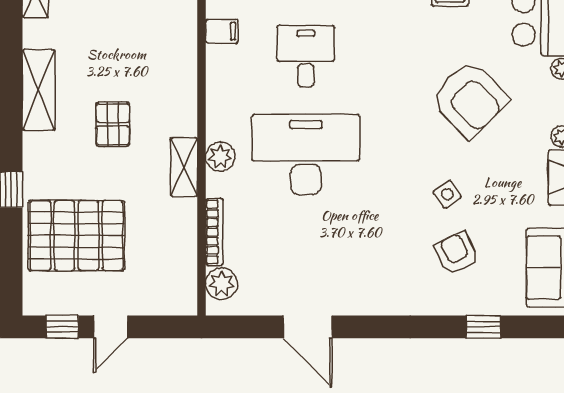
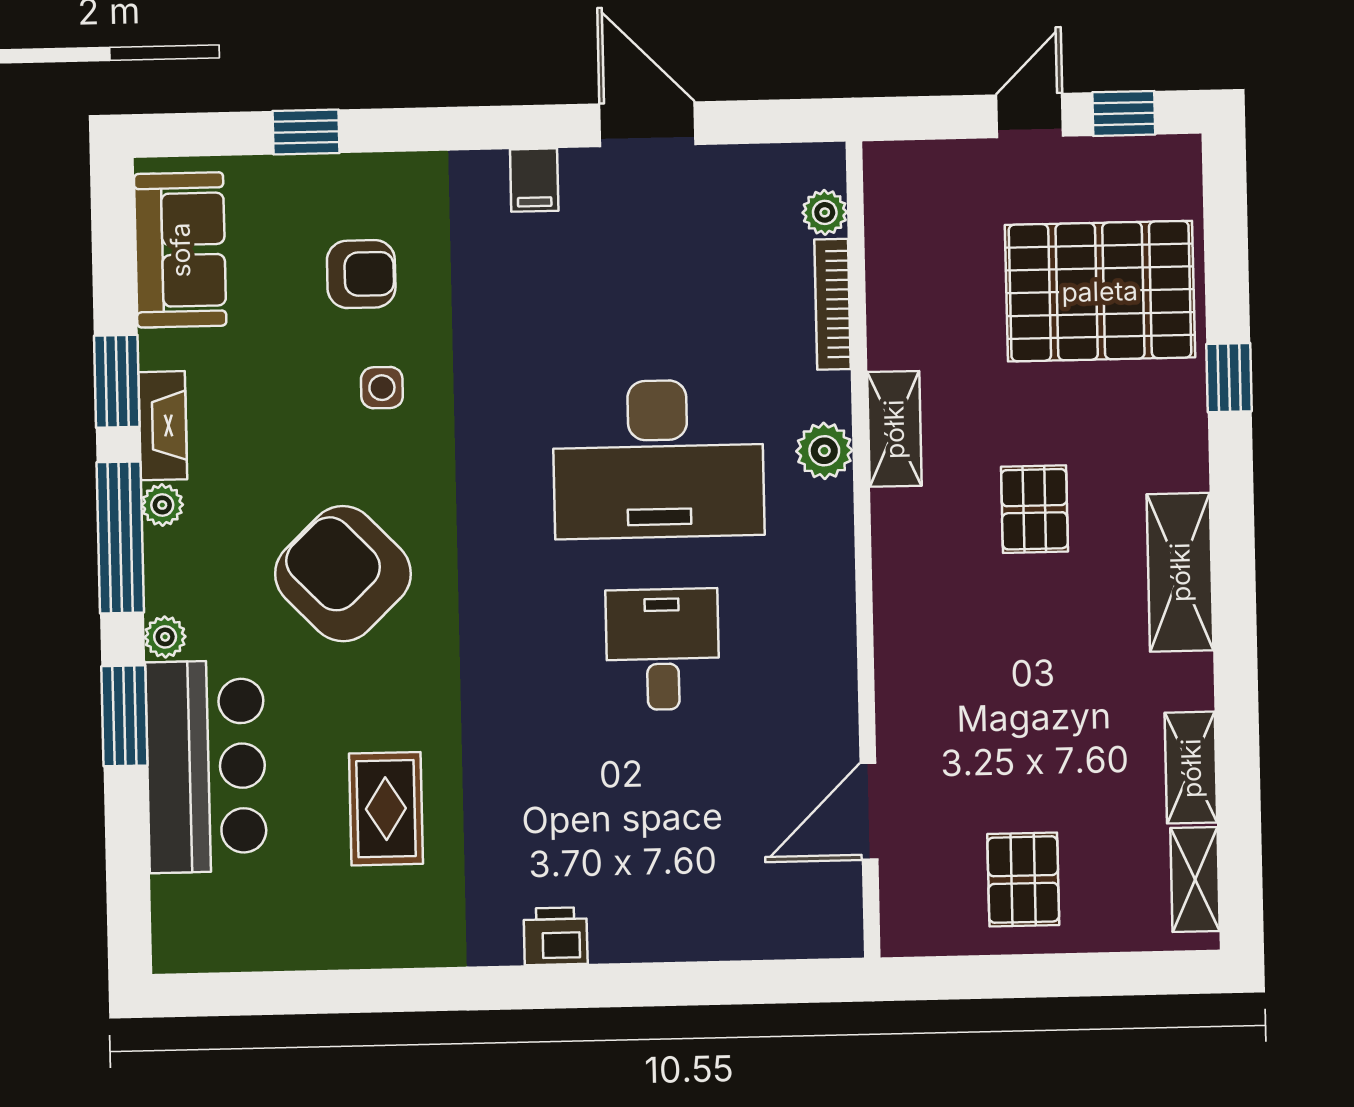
filing cabinet: (222, 31) -> (534, 180), moved, turned -90
desk: (306, 56) -> (663, 649), turned 180
side table: (447, 194) -> (382, 388), turned 34
armchair: (457, 253) -> (361, 274), turned -64
plant: (222, 284) -> (825, 212), width x0.73, depth x0.73

